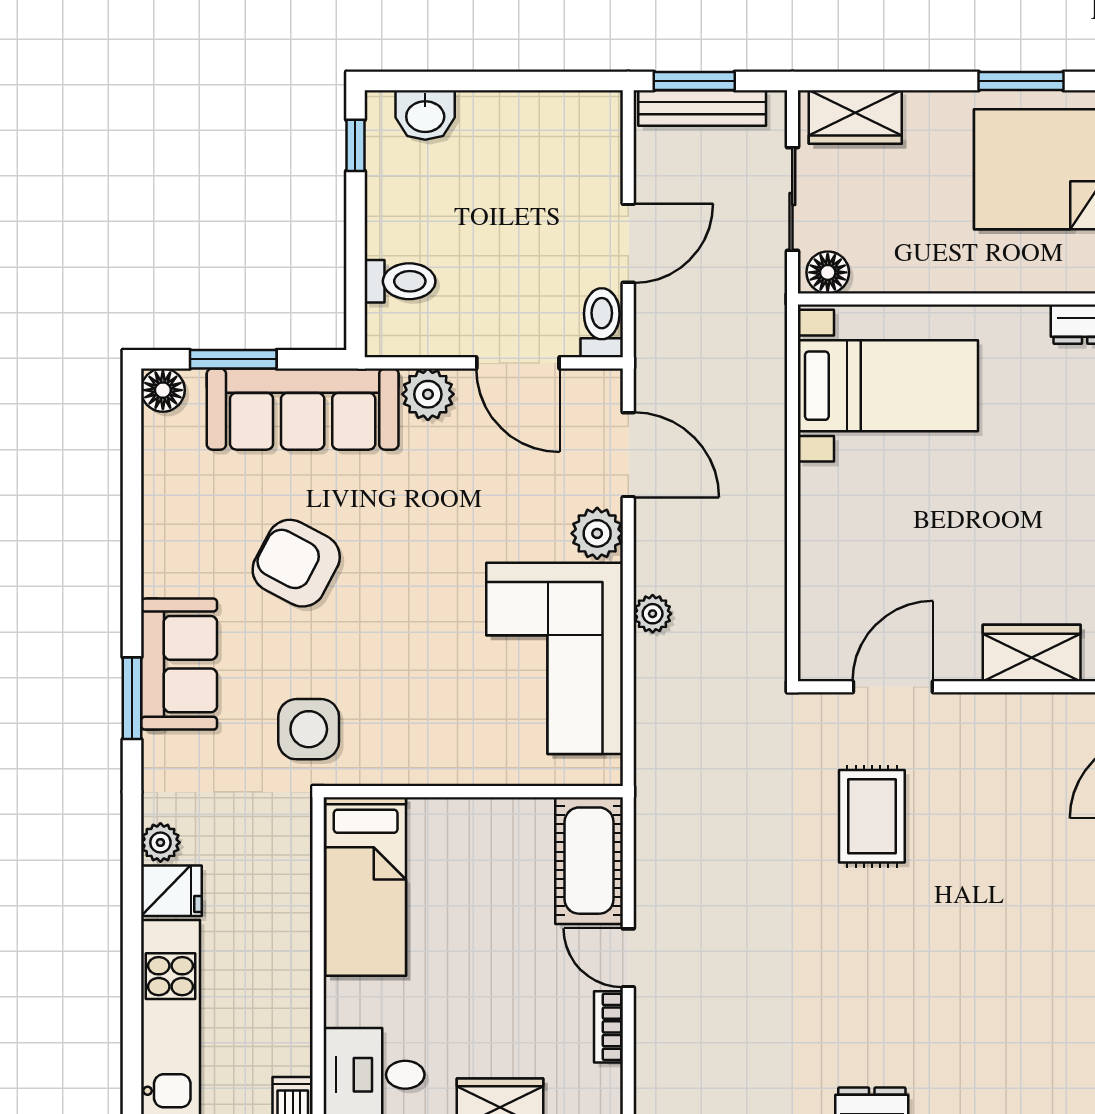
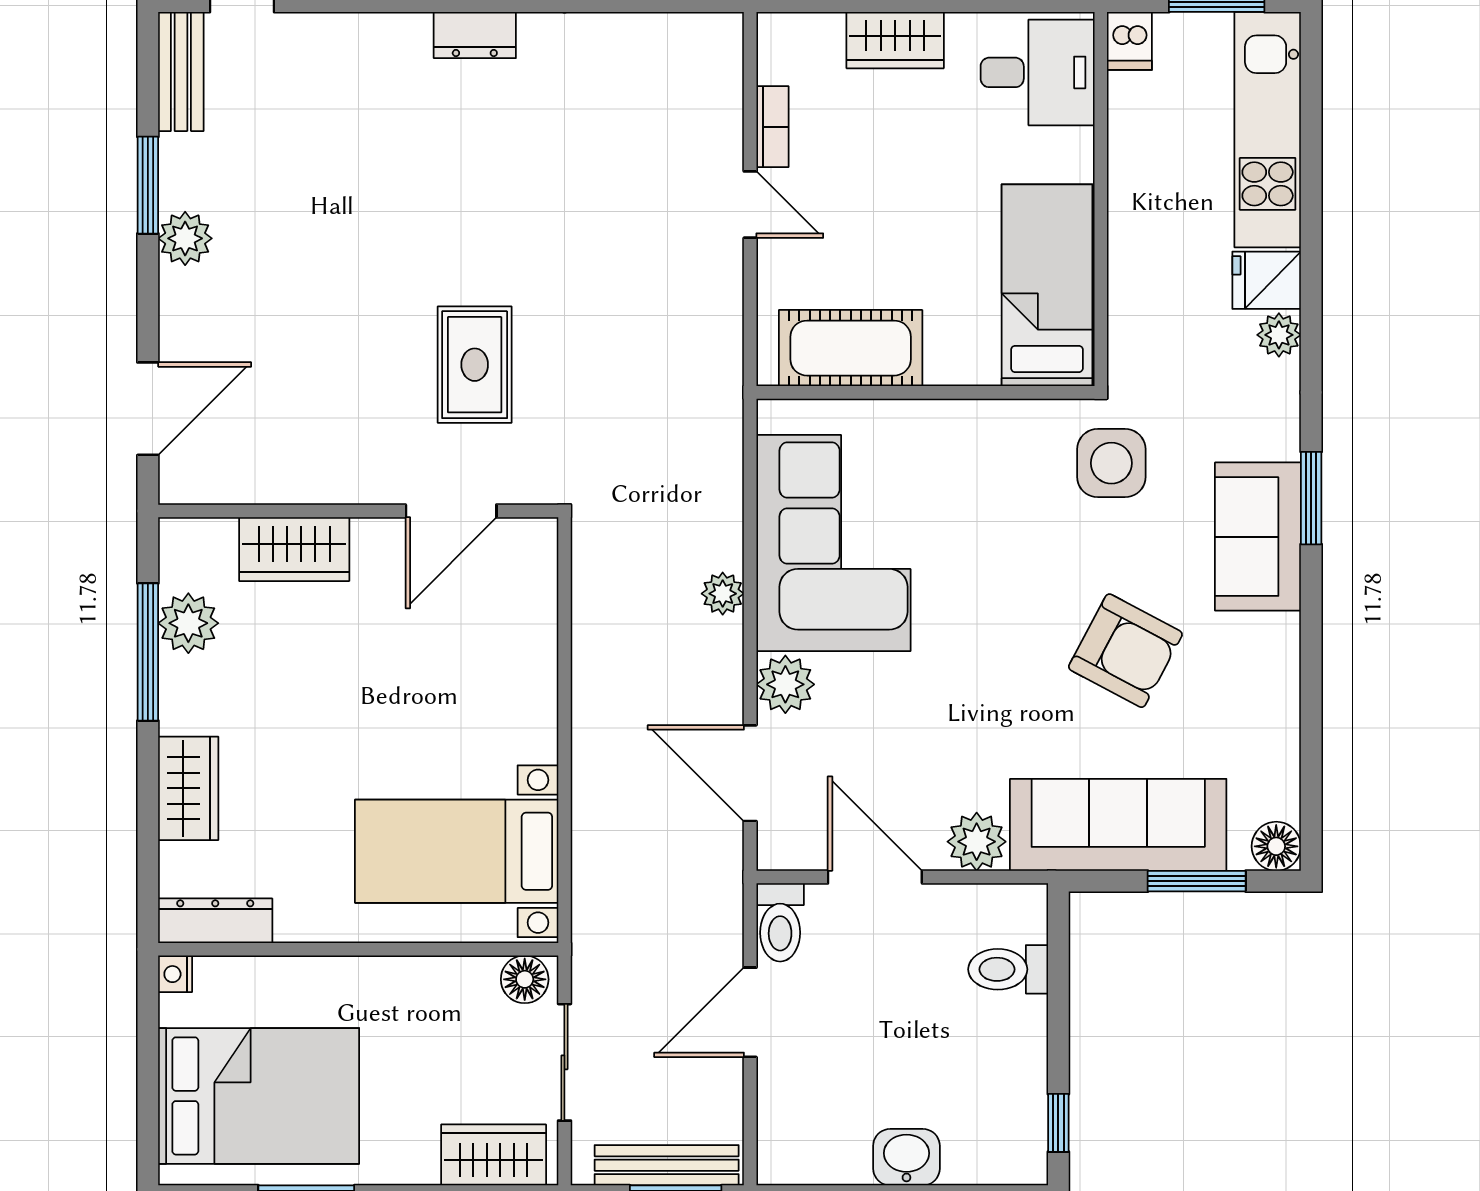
washbasin: (425, 115) -> (906, 1157), moved
cot: (589, 861) -> (851, 348), moved, turned 90

